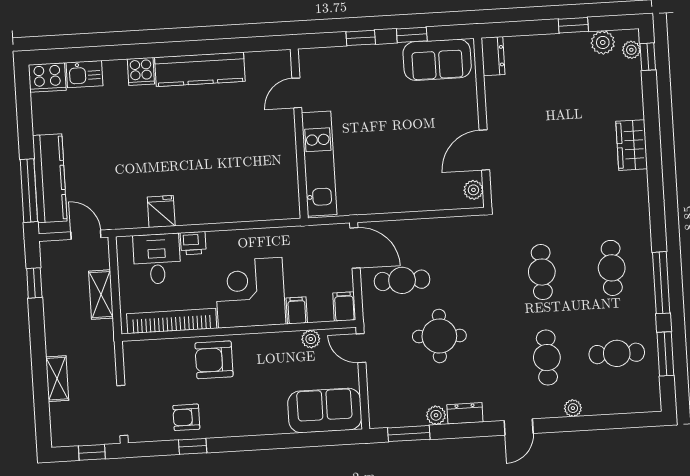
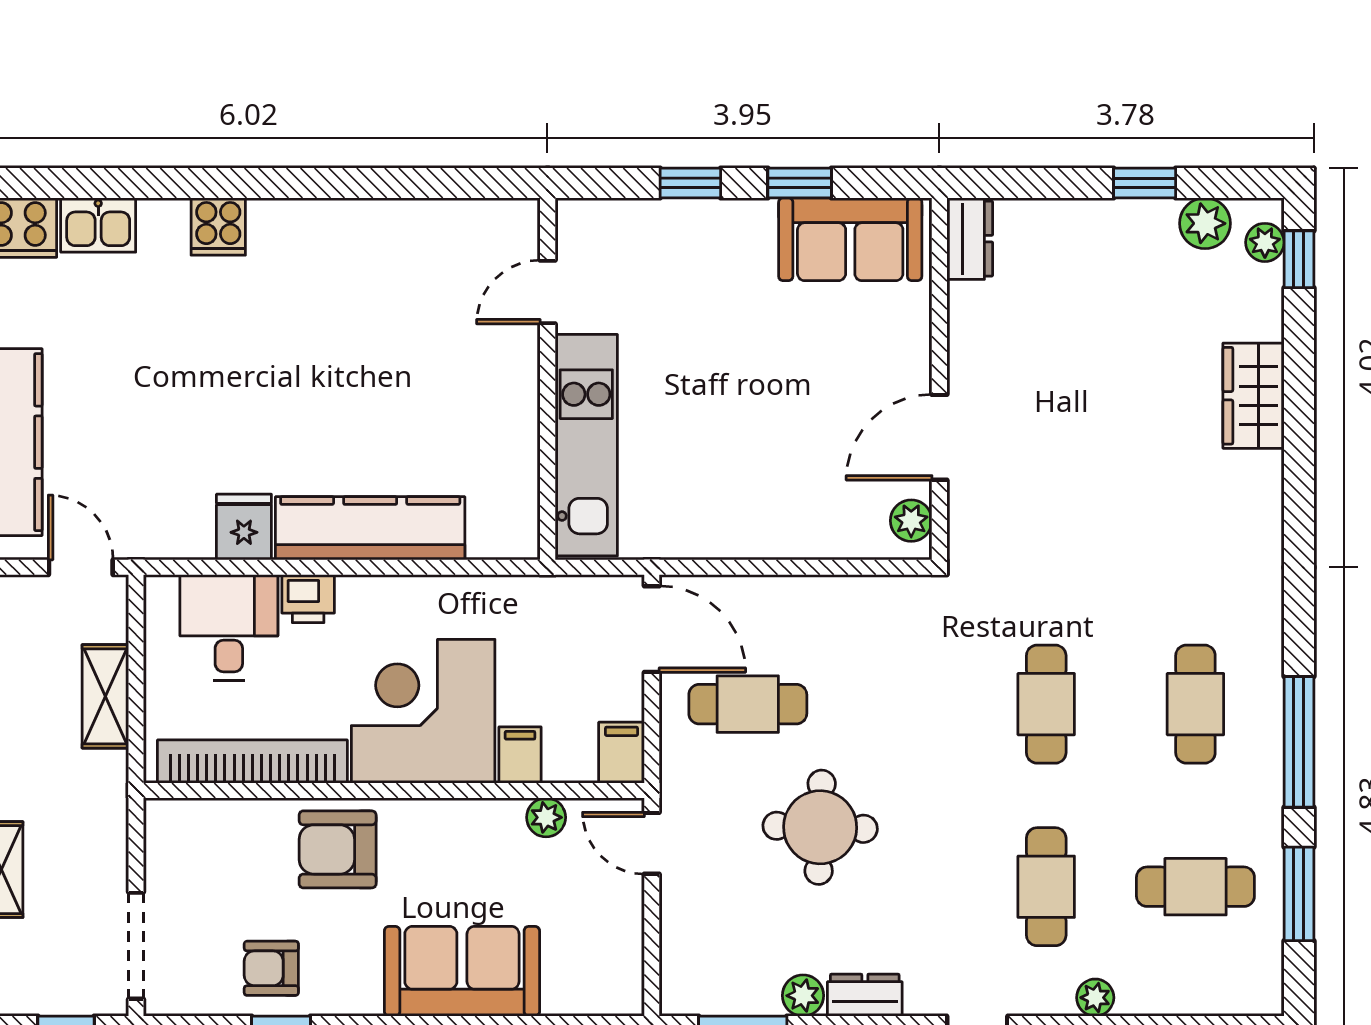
kitchen counter: (200, 69) -> (370, 528), moved, turned 180
wardrobe: (632, 145) -> (1254, 396), moved
sofa: (325, 410) -> (462, 971), moved

